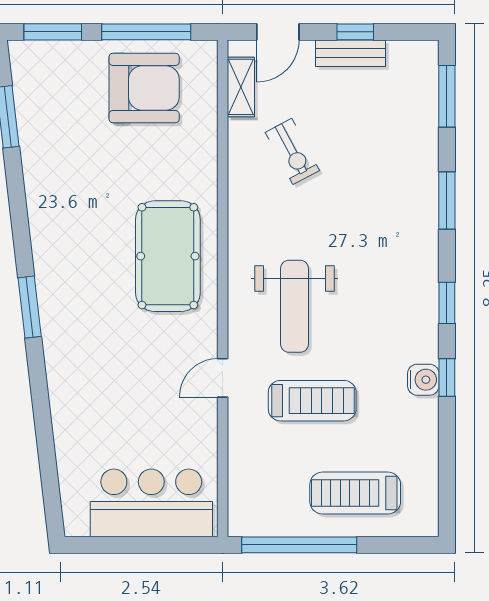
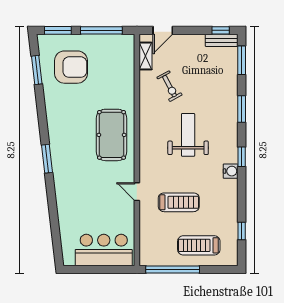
window: (355, 32) -> (221, 30), moved
bench: (350, 53) -> (222, 40), moved
armchair: (144, 88) -> (71, 67), moved
weight bench: (295, 306) -> (188, 135), moved, turned 180
door: (223, 378) -> (137, 192), hinge flipped
window: (447, 378) -> (242, 231), moved
water cooler: (423, 380) -> (231, 171), moved

